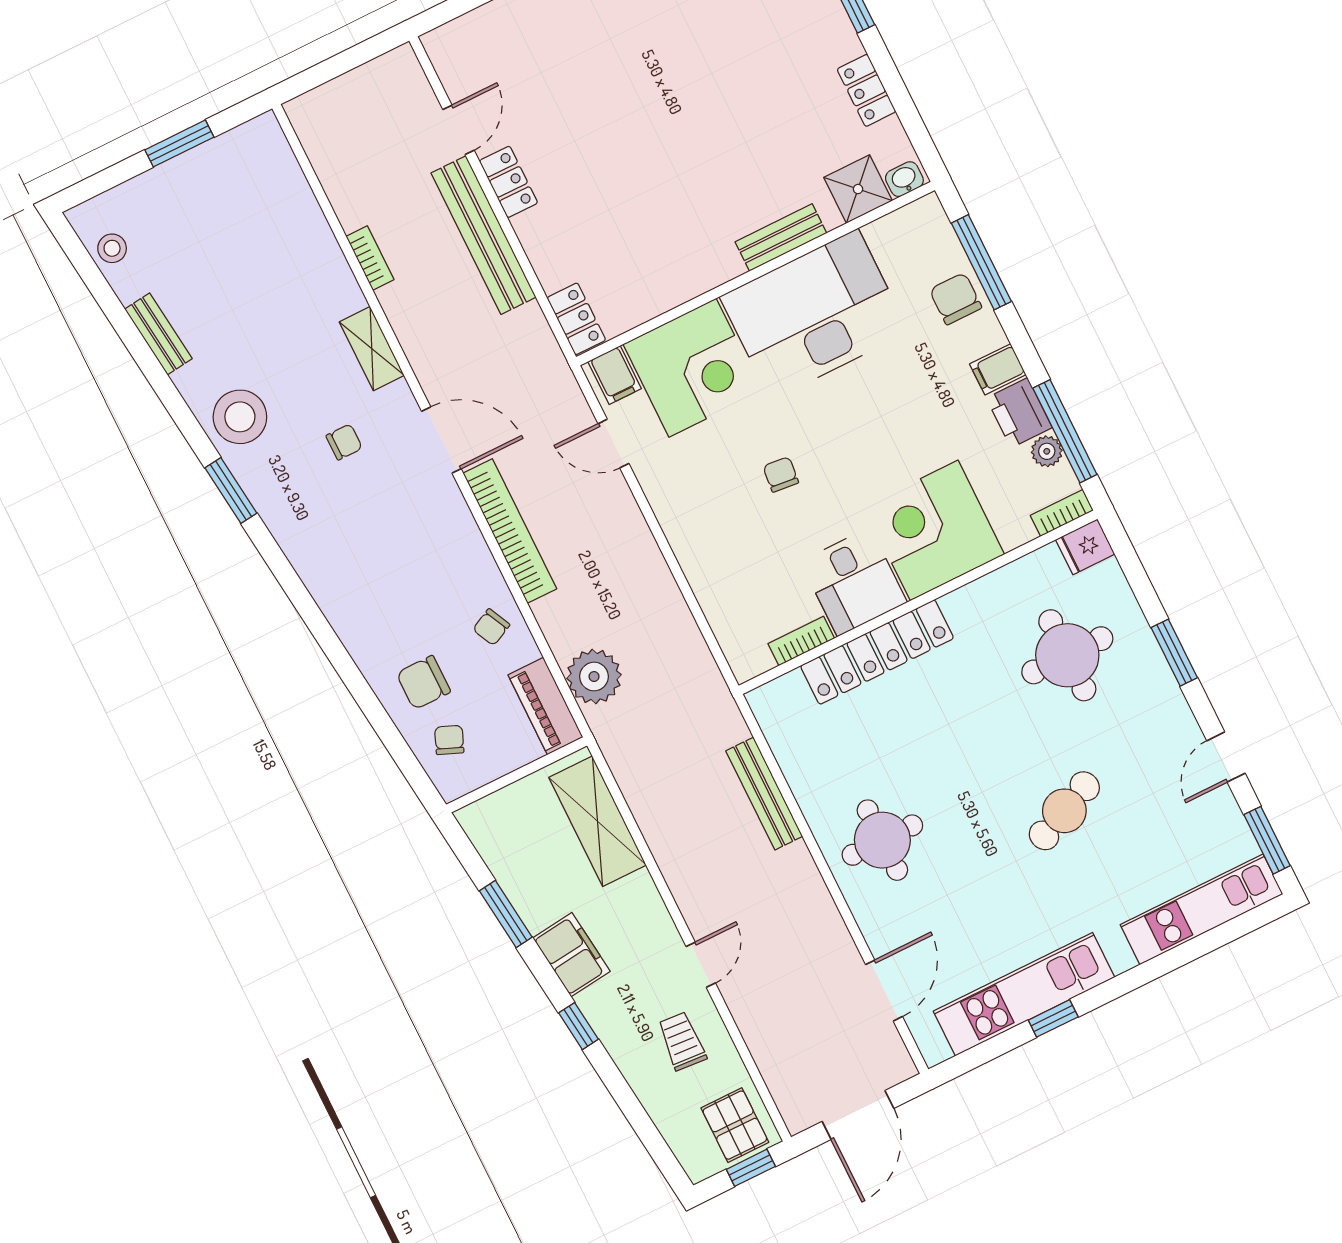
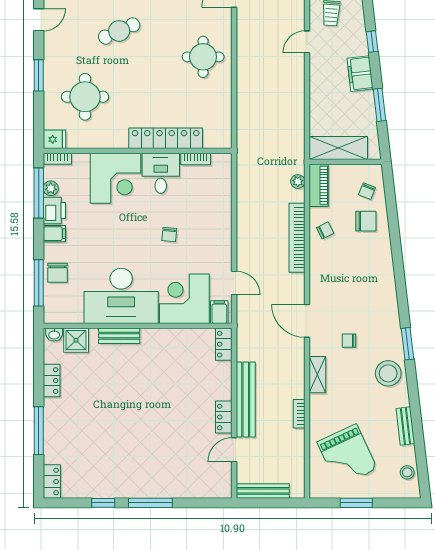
grand piano: (241, 224) -> (347, 455), added
bookcase: (510, 531) -> (297, 238), moved
plant: (594, 677) -> (298, 182), width x0.53, depth x0.53
bench: (764, 794) -> (263, 491), moved, turned 90
shelving: (598, 821) -> (338, 148), moved, turned 90

